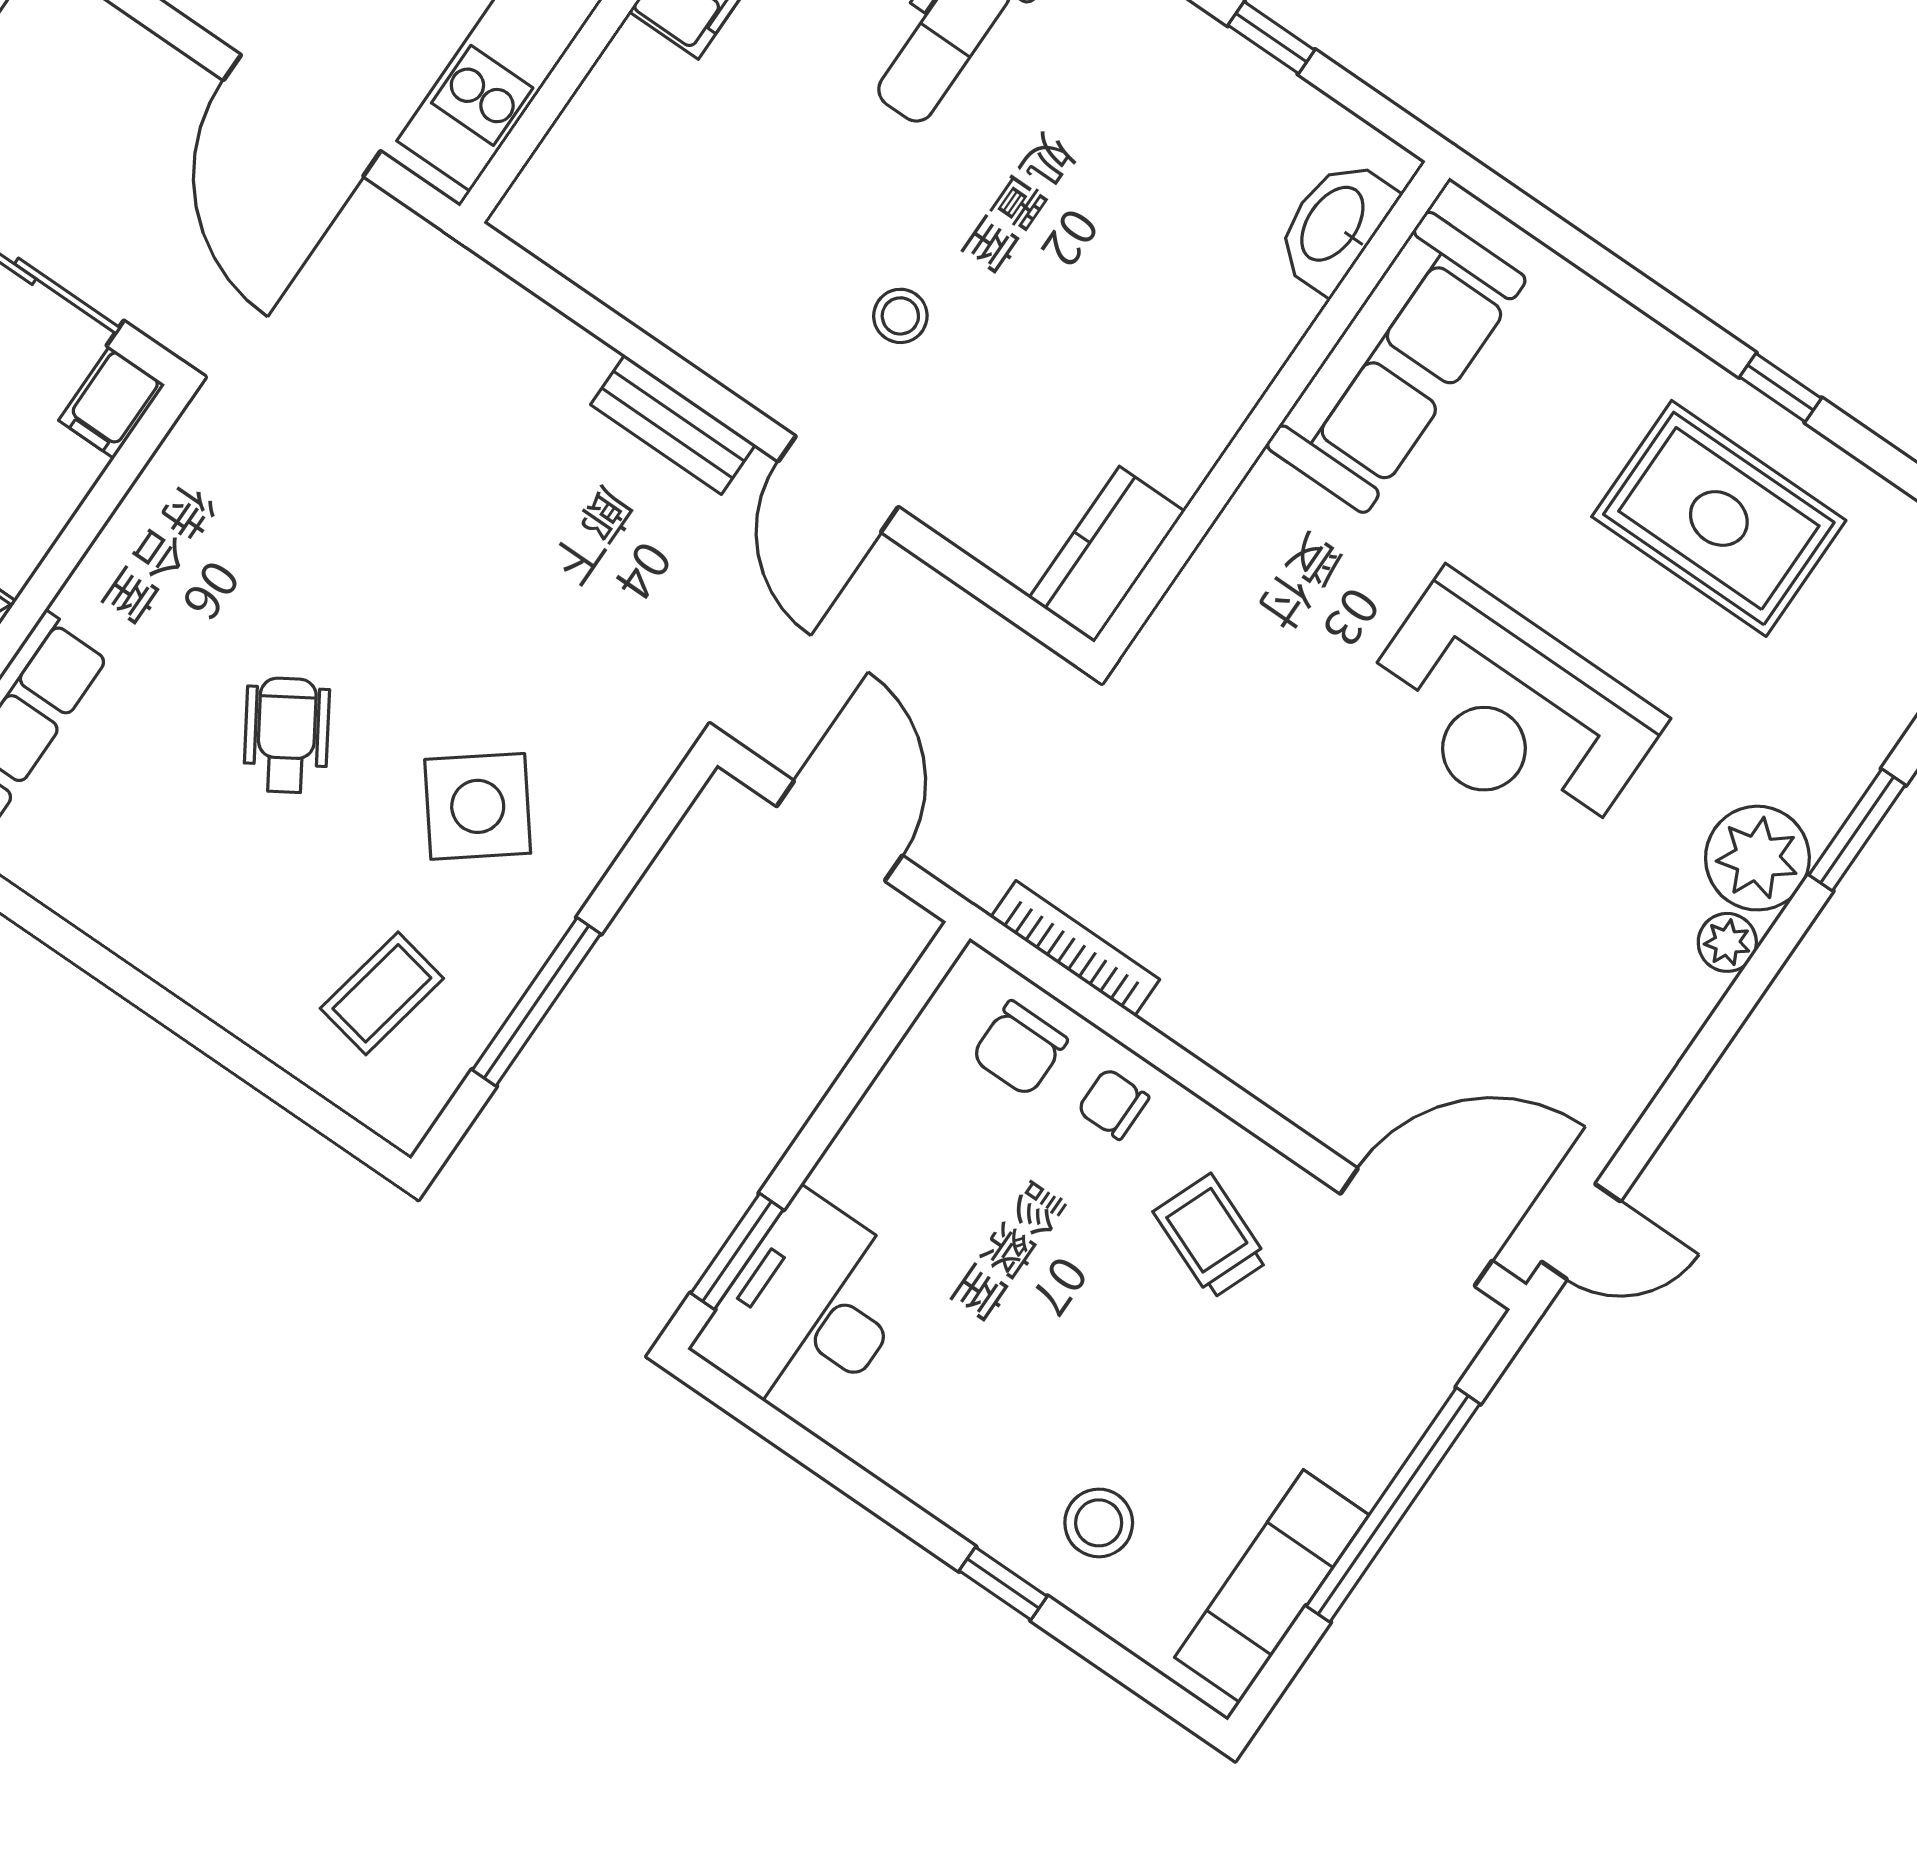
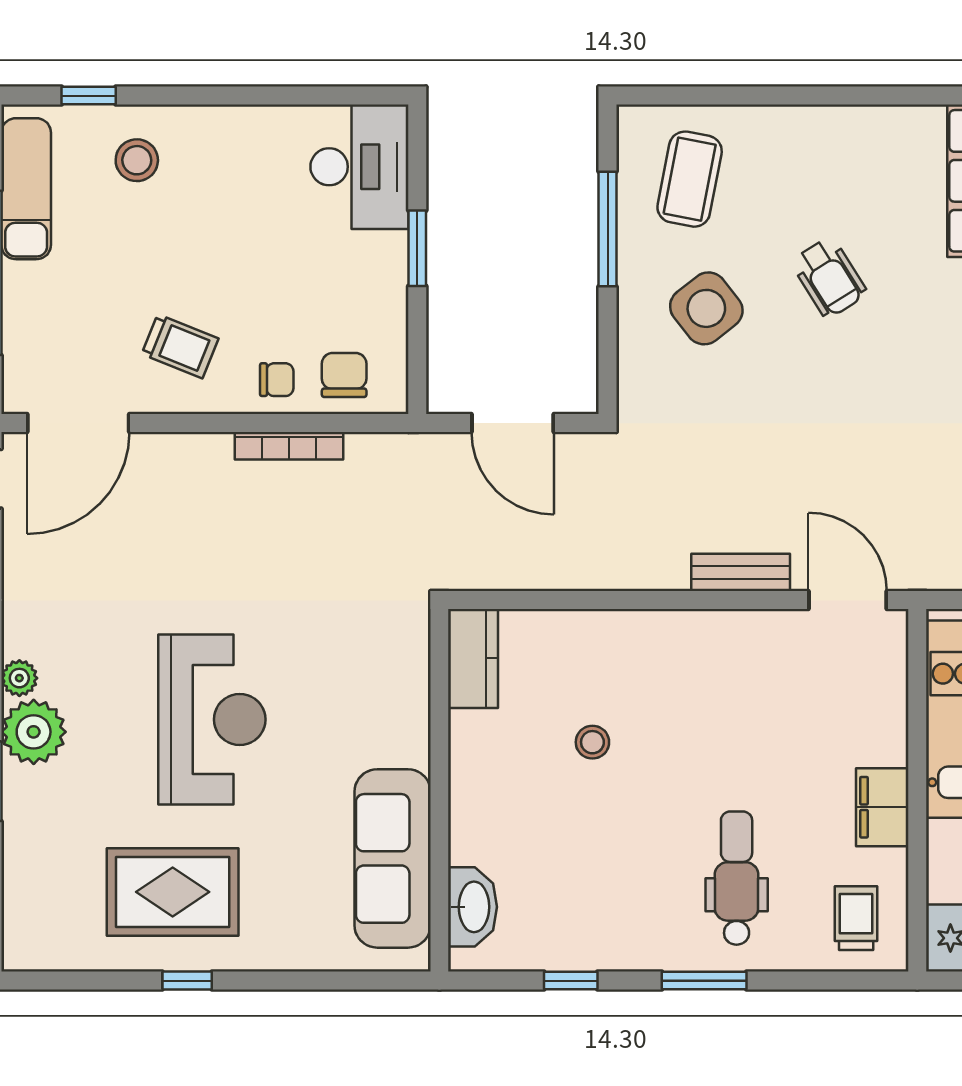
stool: (900, 316) -> (592, 742), moved
door: (838, 484) -> (848, 600), moved
reception desk: (1509, 712) -> (212, 720), turned 90
bookcase: (1075, 948) -> (289, 446), moved
coffee table: (382, 993) -> (690, 179), width x1.36, depth x1.30
window: (737, 1251) -> (417, 248), moved
window: (1003, 1584) -> (89, 96), moved

